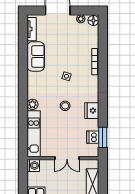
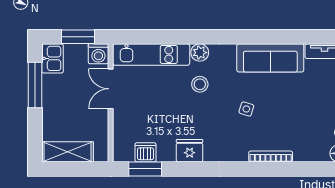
sofa: (36, 56) -> (270, 58), width x1.36
stool: (65, 106) -> (200, 84), moved
double door: (67, 158) -> (111, 89), moved
window: (23, 178) -> (78, 37), added

